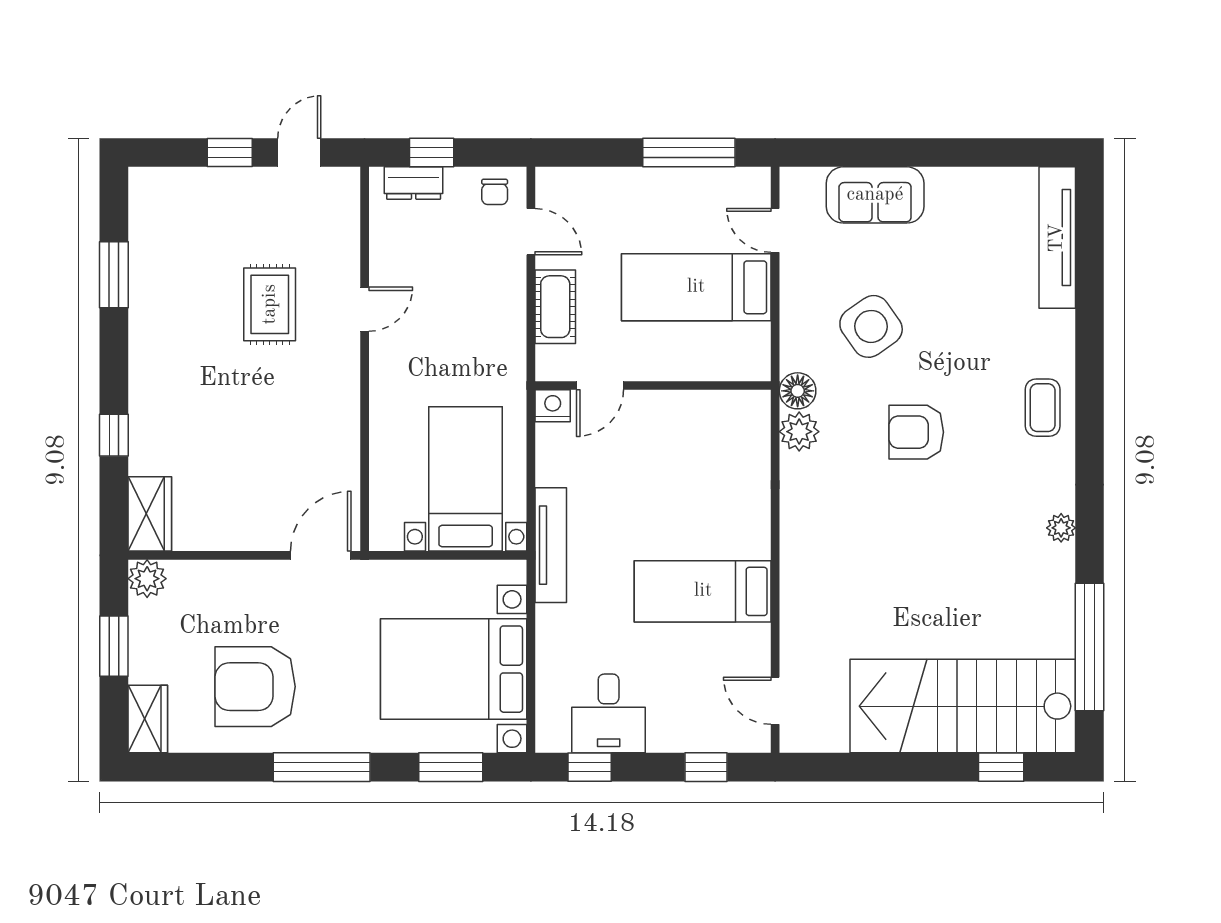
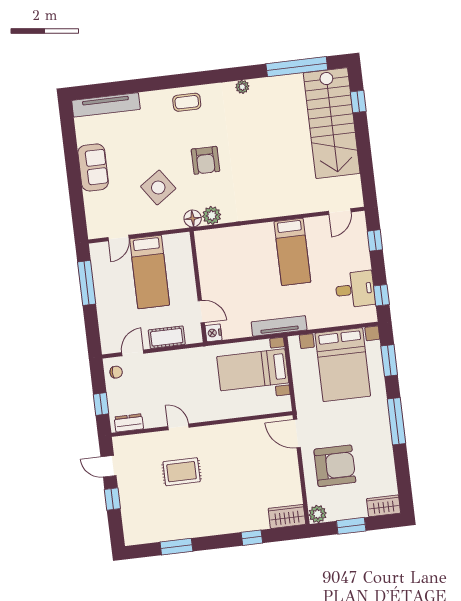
dresser: (414, 183) -> (129, 423), moved, turned -90
sofa: (875, 195) -> (93, 167), moved
armchair: (255, 687) -> (335, 466), moved, turned -90

